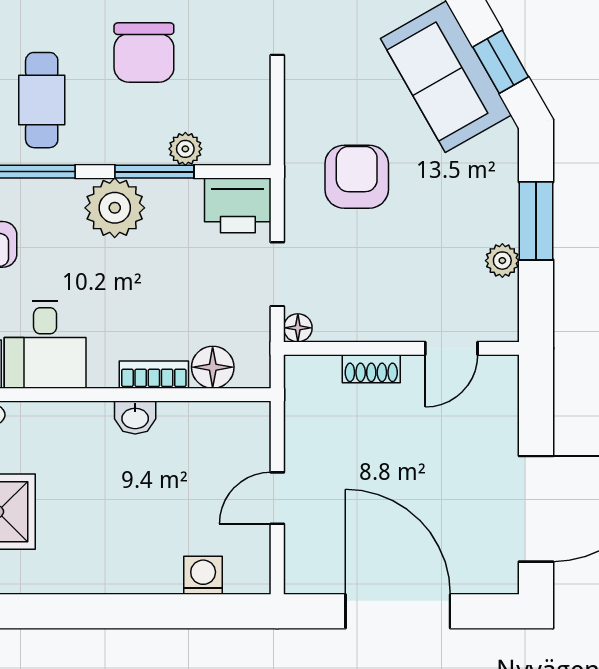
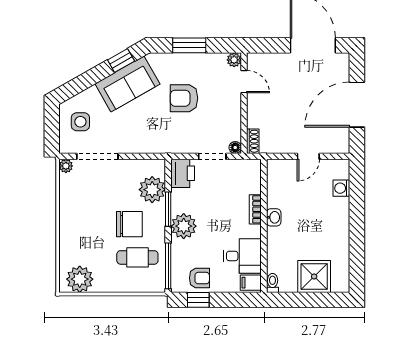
chair: (144, 53) -> (129, 224), moved
plant: (185, 149) -> (152, 190), width x1.88, depth x1.88
armchair: (357, 177) -> (184, 98), moved
plant: (502, 261) -> (234, 60), moved
floor lamp: (213, 367) -> (252, 184), removed
shoe rack: (371, 369) -> (253, 141), moved
door: (277, 498) -> (308, 156), hinge flipped

